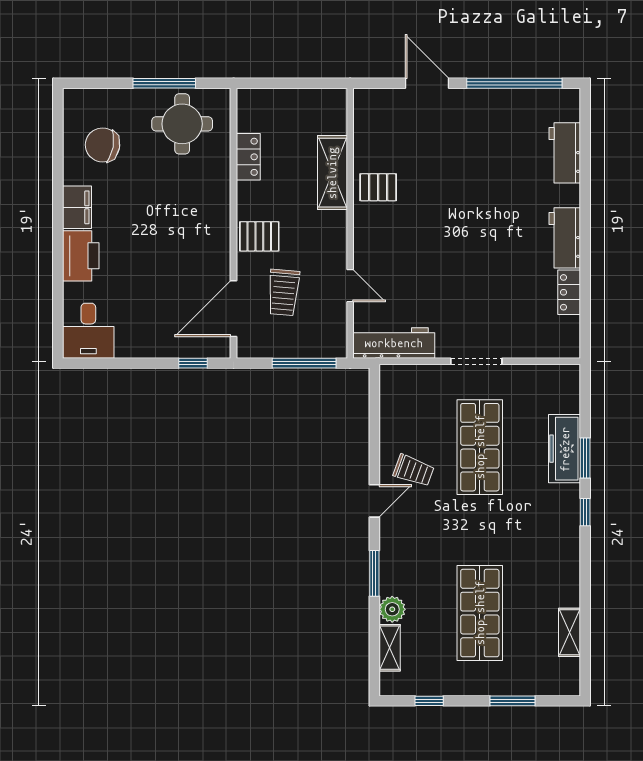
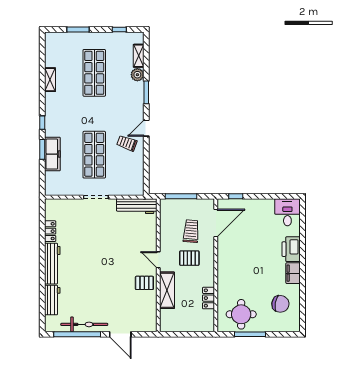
bicycle: (500, 103) -> (84, 324), added
pallet: (259, 236) -> (189, 258), moved
workbench: (565, 238) -> (52, 264), width x1.38
door: (350, 286) -> (158, 260), moved
shelving: (570, 632) -> (50, 80), moved

